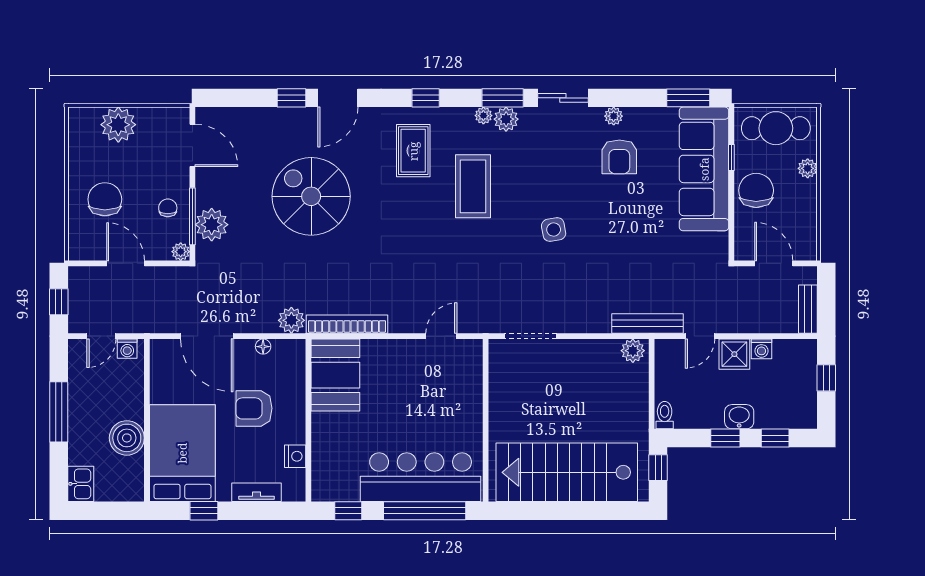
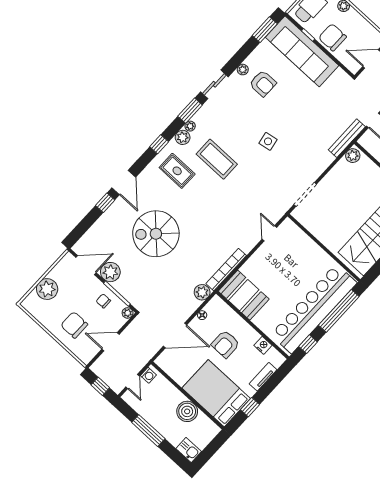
plant: (506, 119) -> (183, 137), moved
plant: (212, 225) -> (110, 272), moved
bar counter: (421, 477) -> (314, 309), width x1.36

